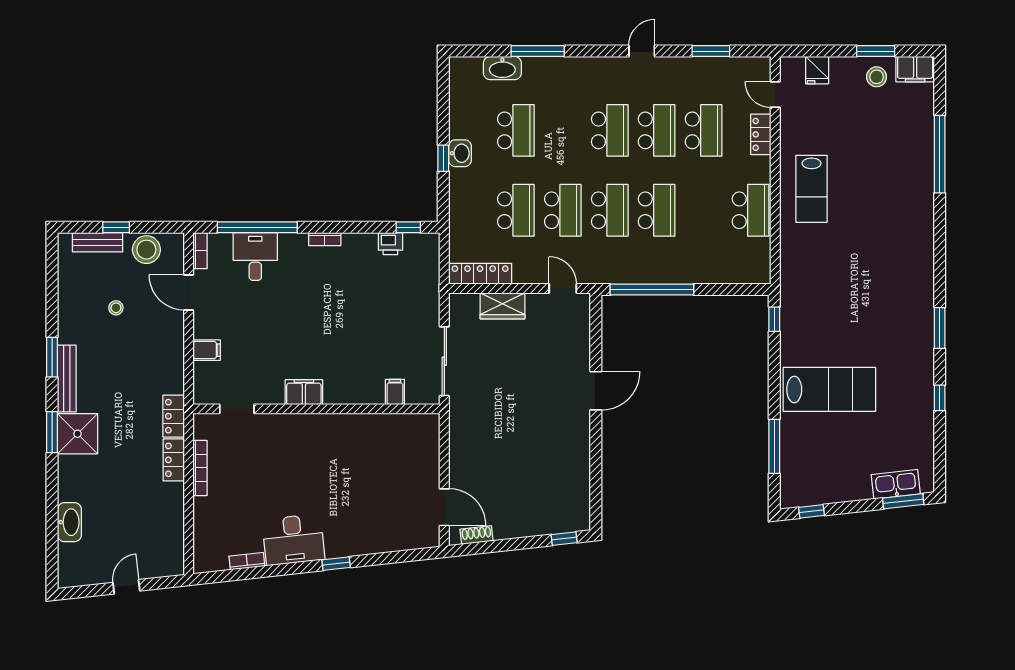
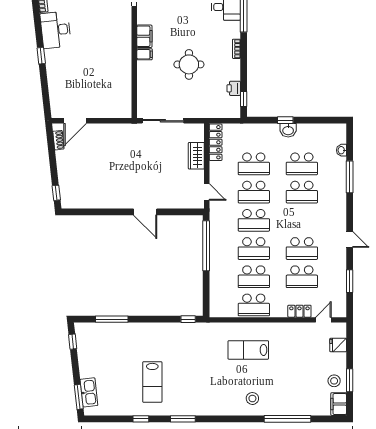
washbasin: (502, 68) -> (342, 150), width x0.52, depth x0.69
school desk: (610, 130) -> (302, 192), moved
lab bench: (812, 189) -> (248, 350), moved
school desk: (704, 210) -> (254, 277), added
stool: (906, 213) -> (252, 398), added
door: (563, 289) -> (207, 192), hinge flipped
round table: (351, 318) -> (189, 64), added
lab bench: (829, 389) -> (152, 382), moved, width x0.73, depth x0.72
filing cabinet: (395, 392) -> (144, 54), moved

